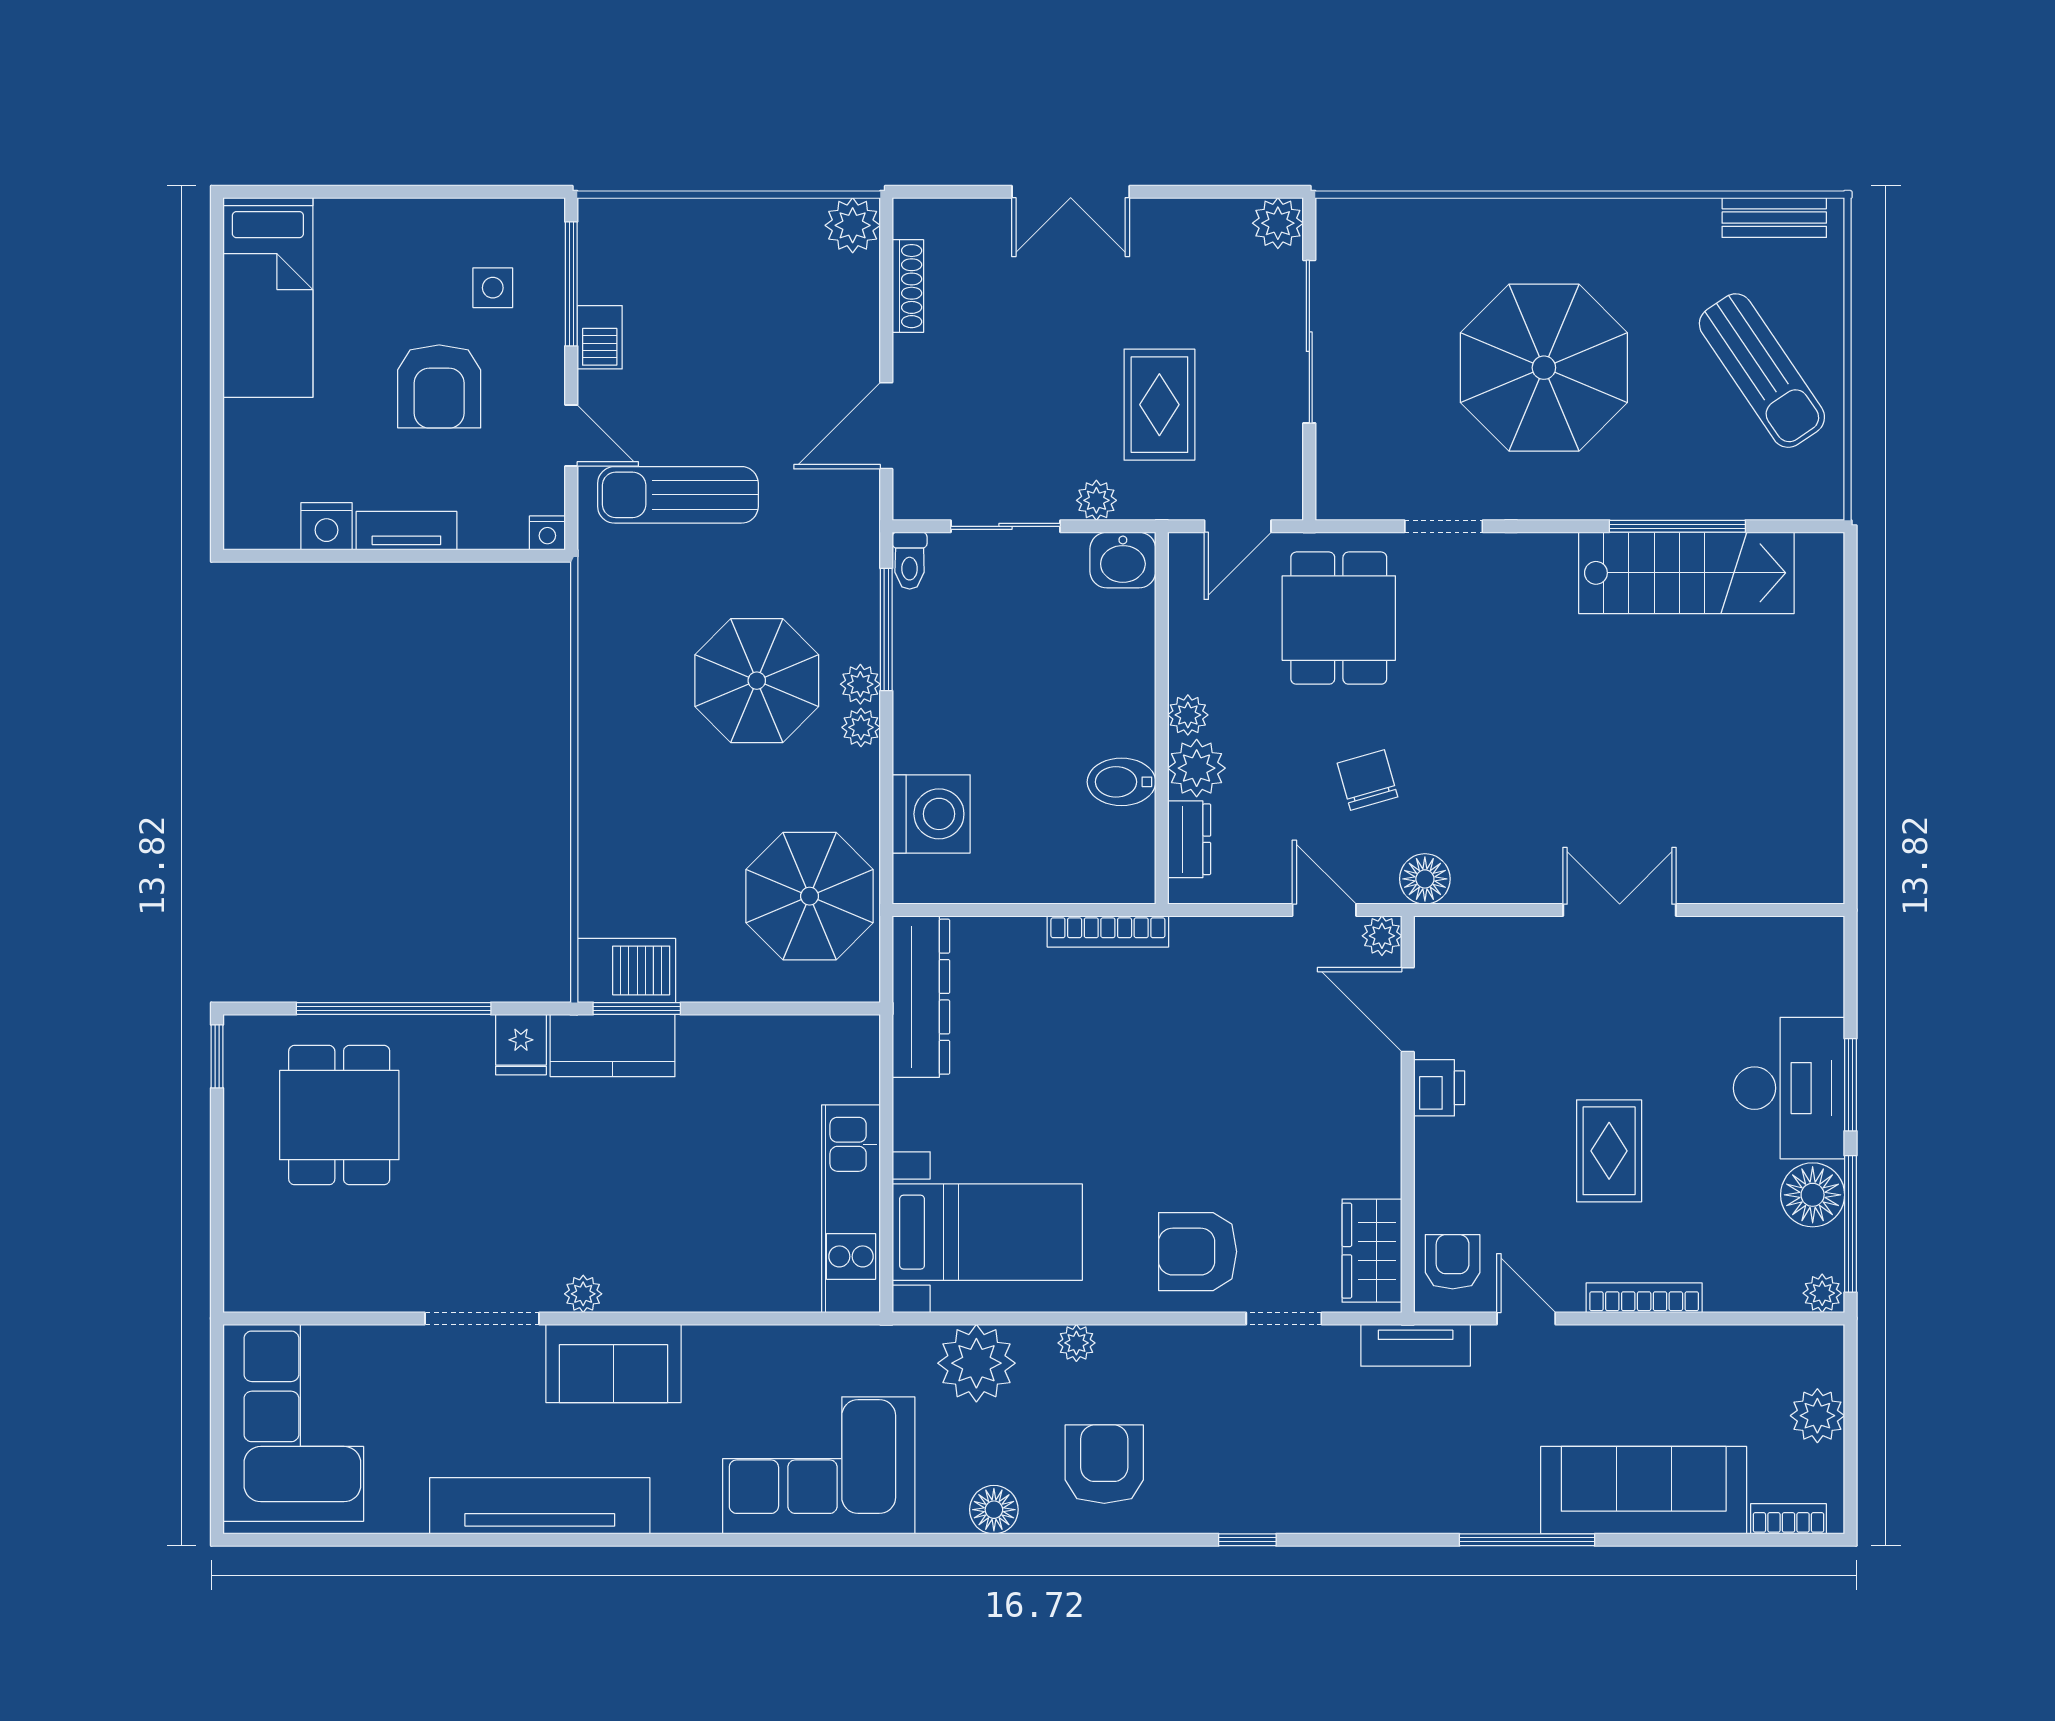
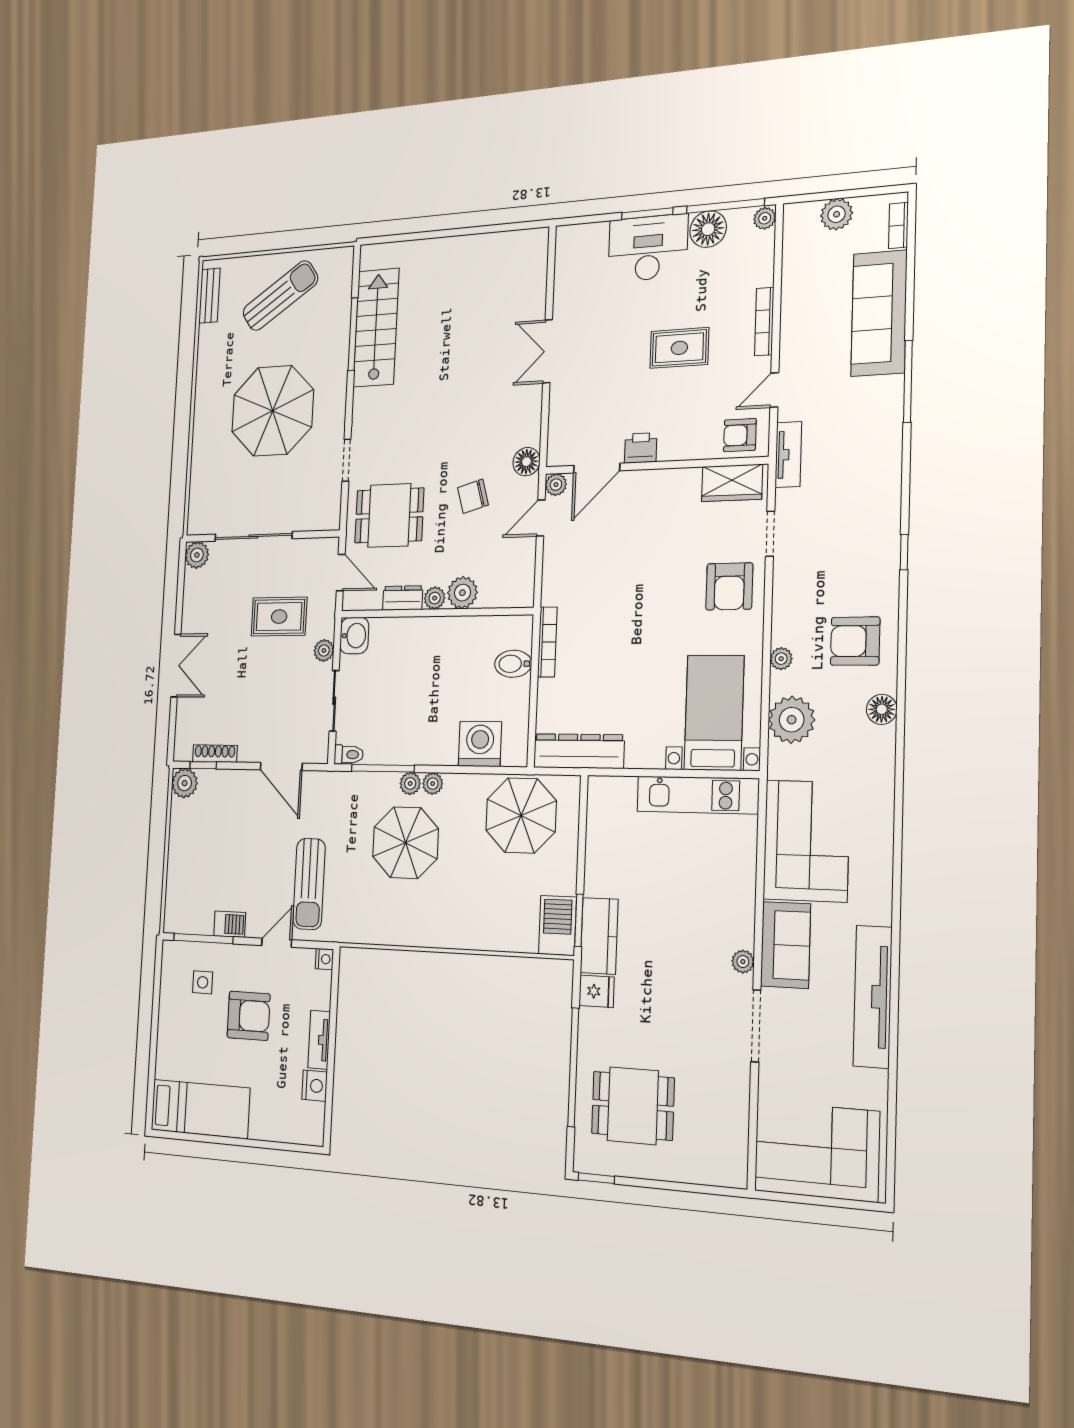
window: (886, 263) -> (203, 765), added
bidet: (1121, 782) -> (513, 664), moved, turned 90
dresser: (1189, 839) -> (403, 598), moved
corner sofa: (819, 1465) -> (806, 841), moved, turned 180

